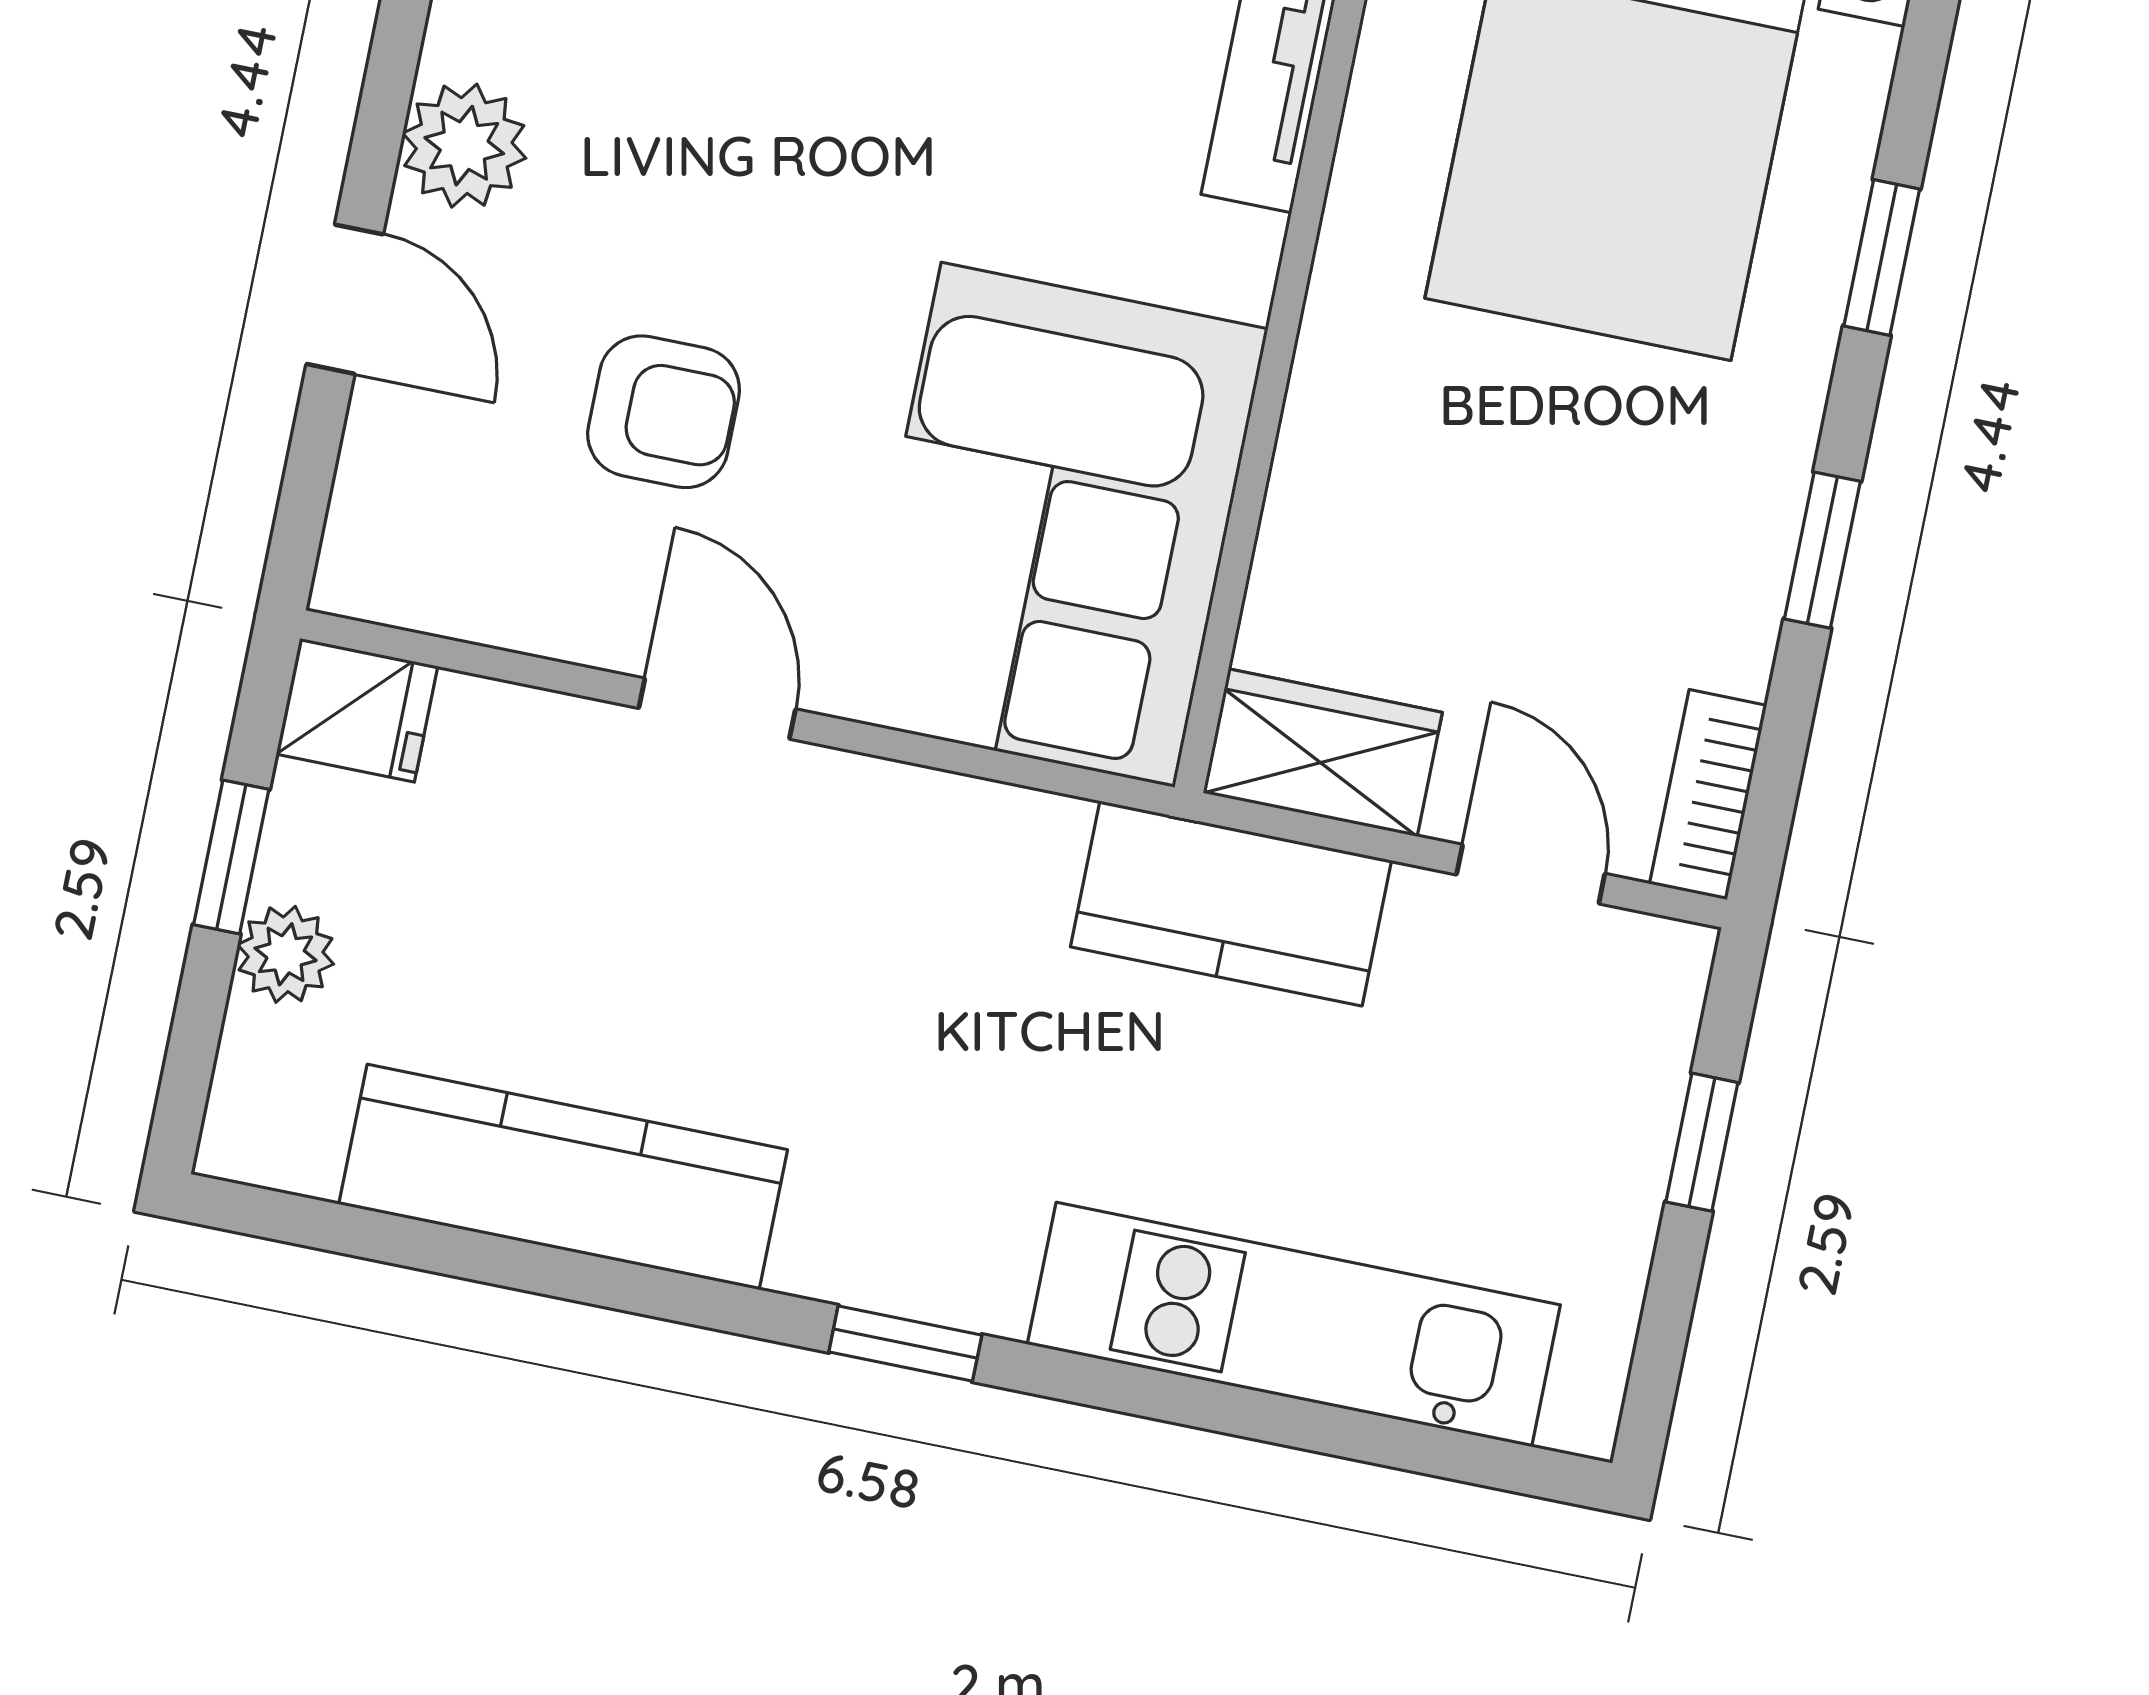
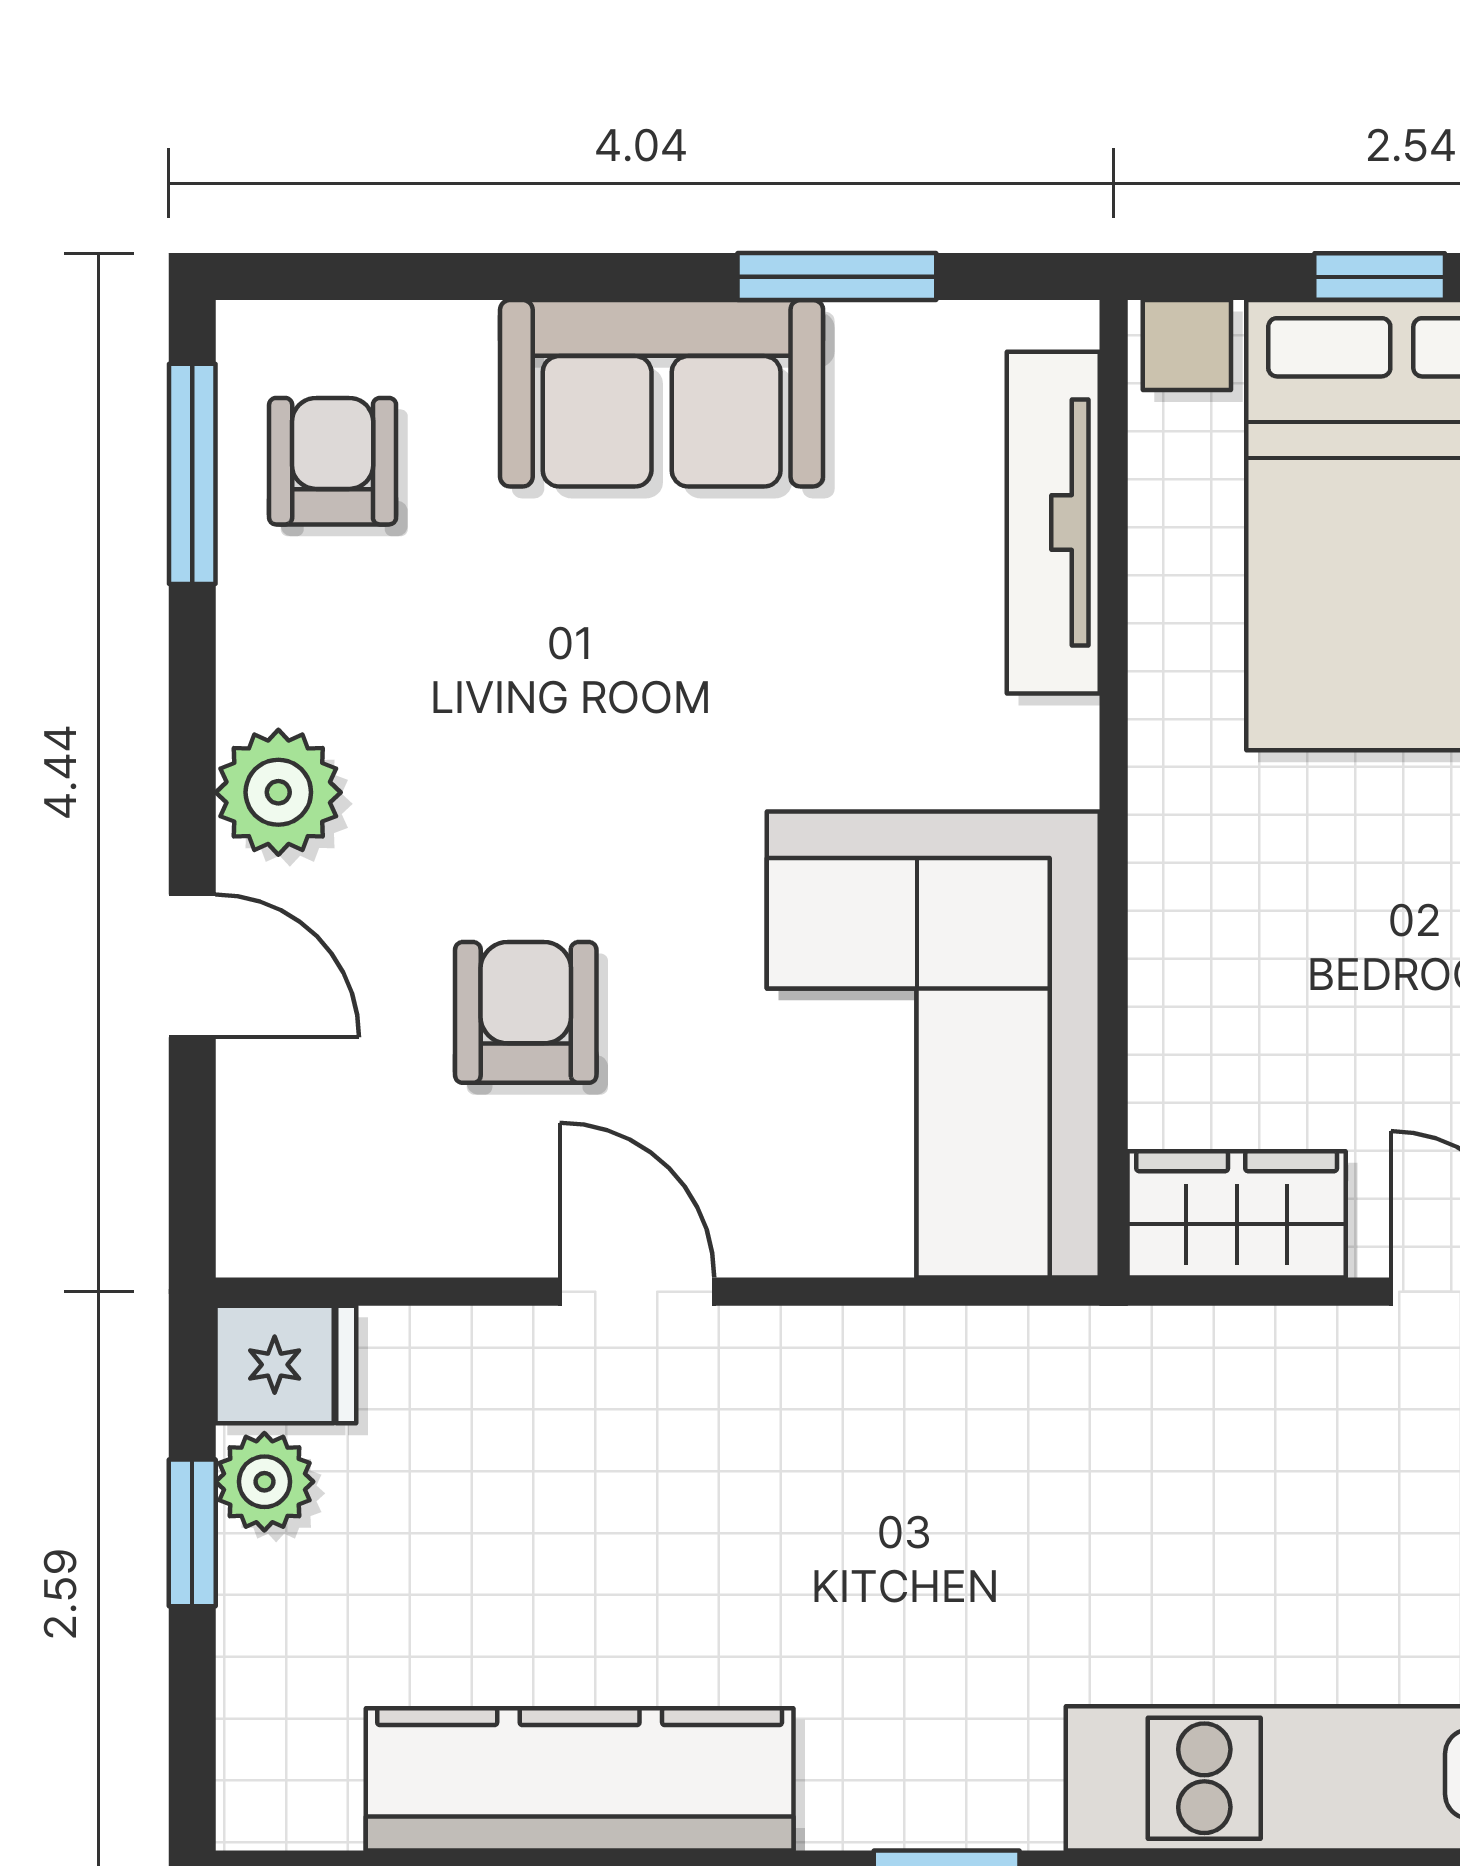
armchair: (664, 412) -> (526, 1012), turned -90
kitchen counter: (1231, 904) -> (1177, 1380), removed
plant: (286, 954) -> (264, 1482), moved

